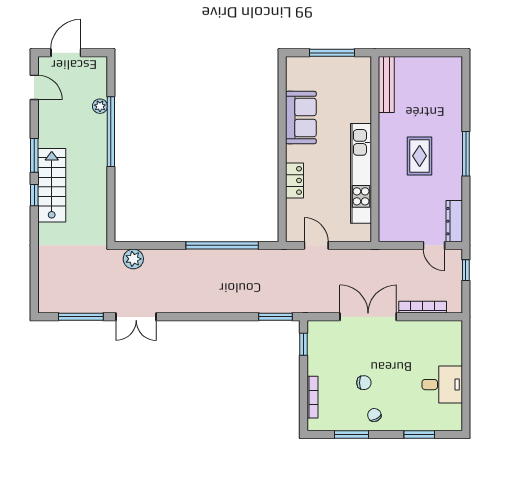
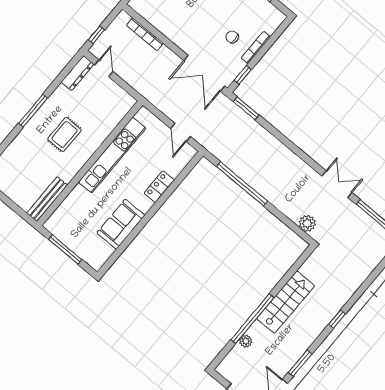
window: (34, 155) -> (300, 363), moved
stairs: (52, 185) -> (286, 302), moved, turned 180
double door: (368, 317) -> (204, 73), moved
chair: (364, 383) -> (232, 37), moved
bookcase: (312, 397) -> (256, 47), moved

